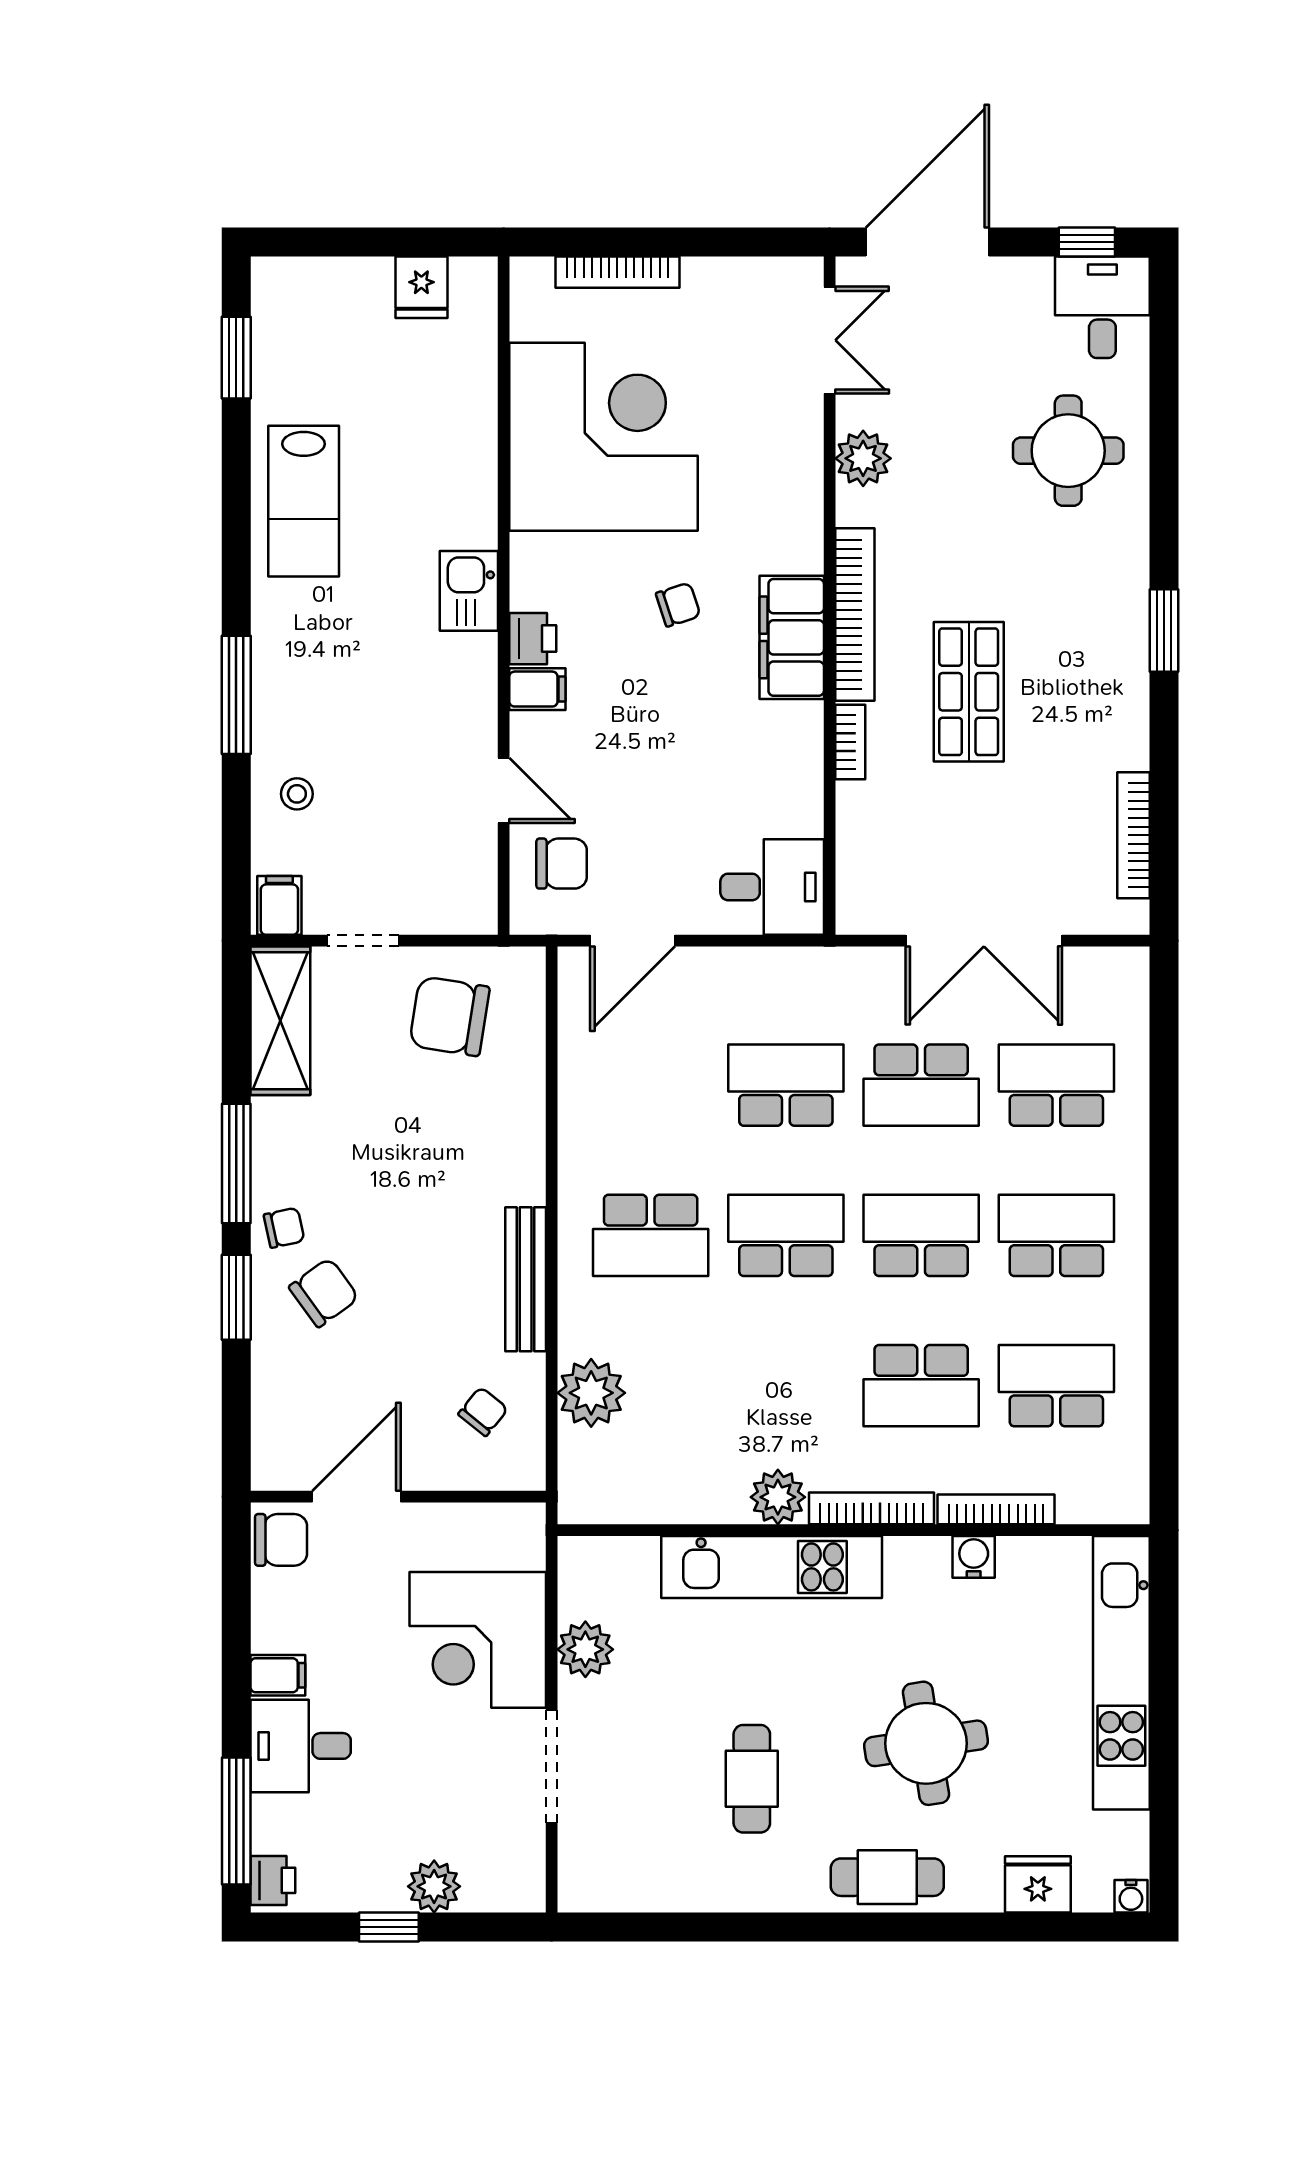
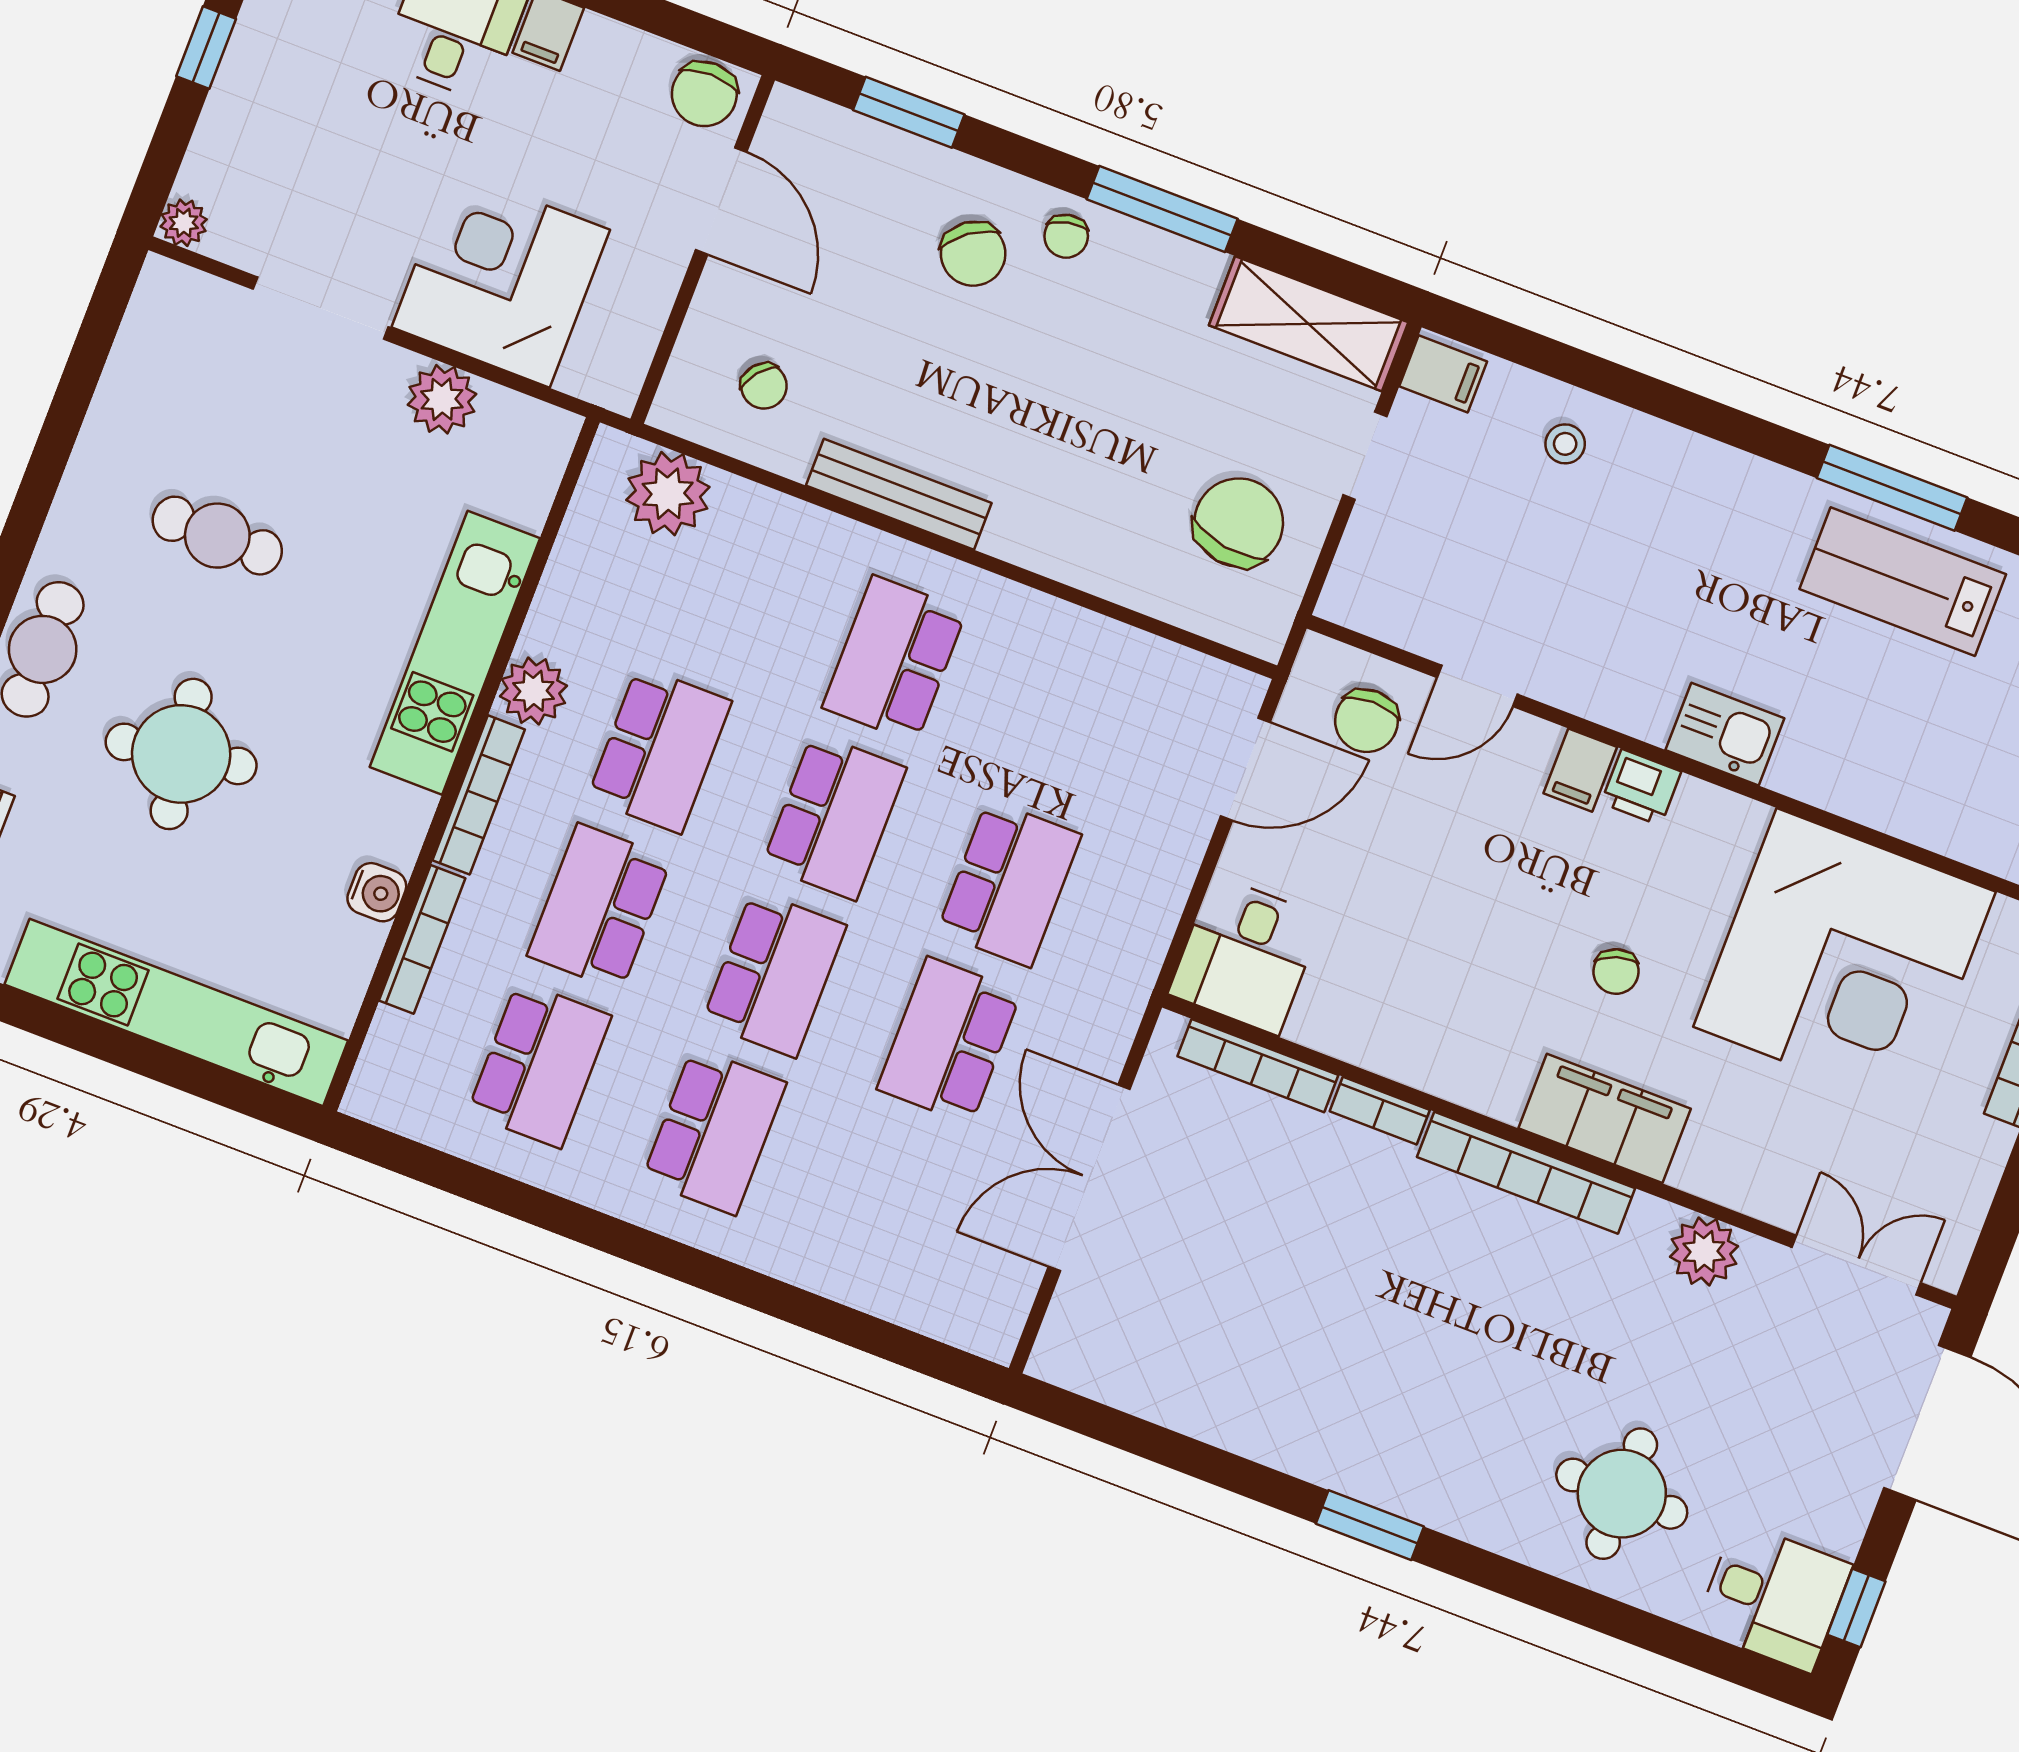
double door: (830, 340) -> (1856, 1265), swing flipped
filing cabinet: (792, 637) -> (1605, 1118), moved
shop shelf: (969, 692) -> (1386, 1271), removed
window: (236, 695) -> (1892, 488), moved
bookcase: (1134, 835) -> (1258, 1066), moved, turned 180
door: (633, 941) -> (1245, 769), swing flipped
school desk: (1056, 1085) -> (659, 750), moved
window: (236, 1297) -> (909, 112), moved
plant: (591, 1393) -> (668, 494), moved
plant: (434, 1886) -> (184, 223), moved, width x0.73, depth x0.73

